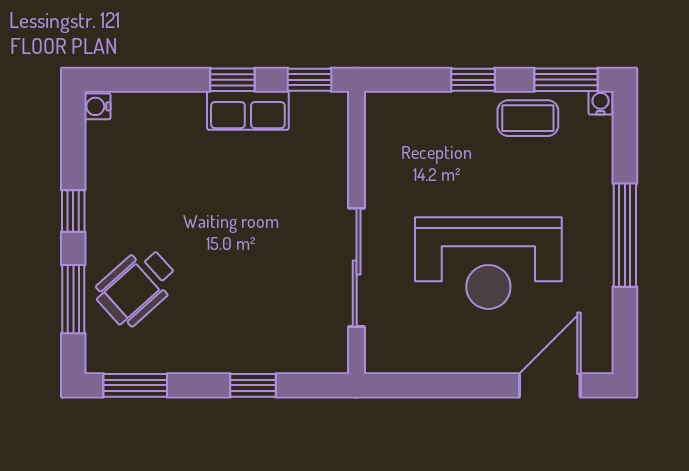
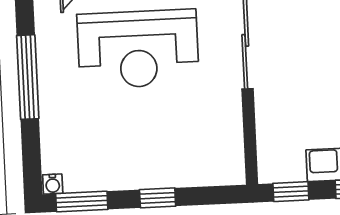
coffee table: (528, 118) -> (111, 169), removed
reception desk: (488, 263) -> (138, 49), turned 180

